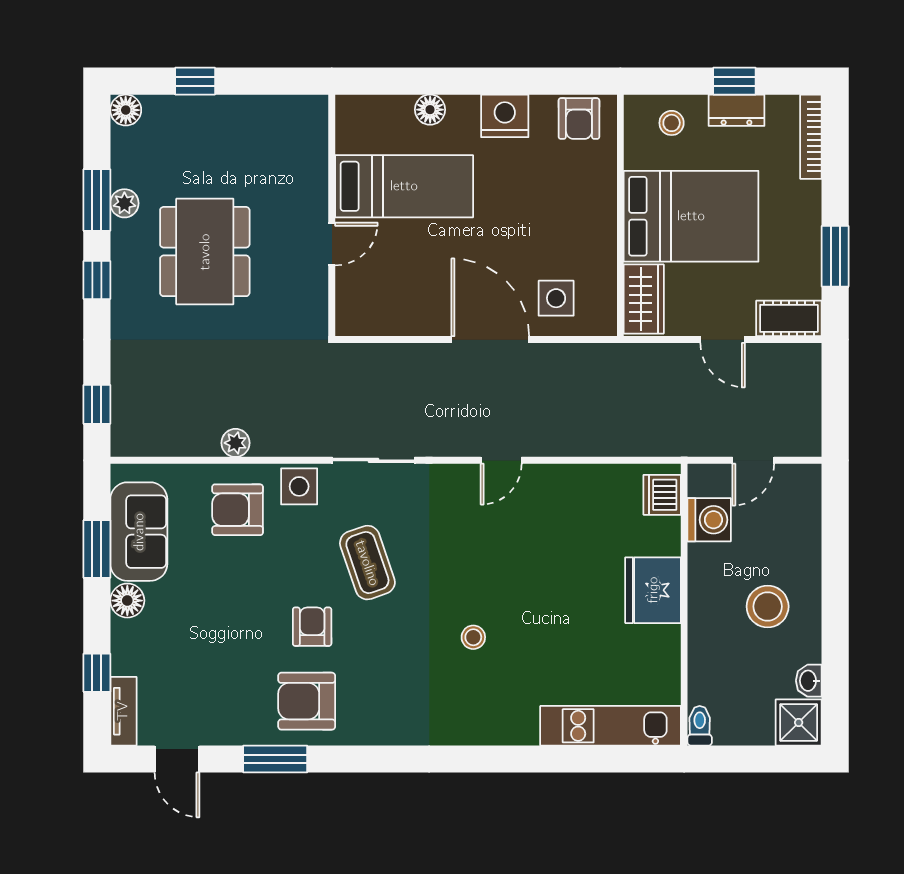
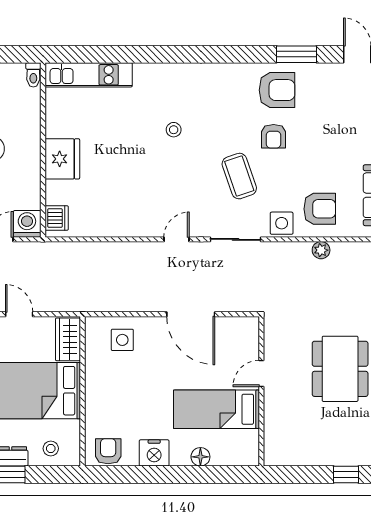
door: (490, 340) -> (191, 314), moved
door: (501, 460) -> (177, 239), moved
washing machine: (709, 520) -> (27, 224), moved, turned 90

